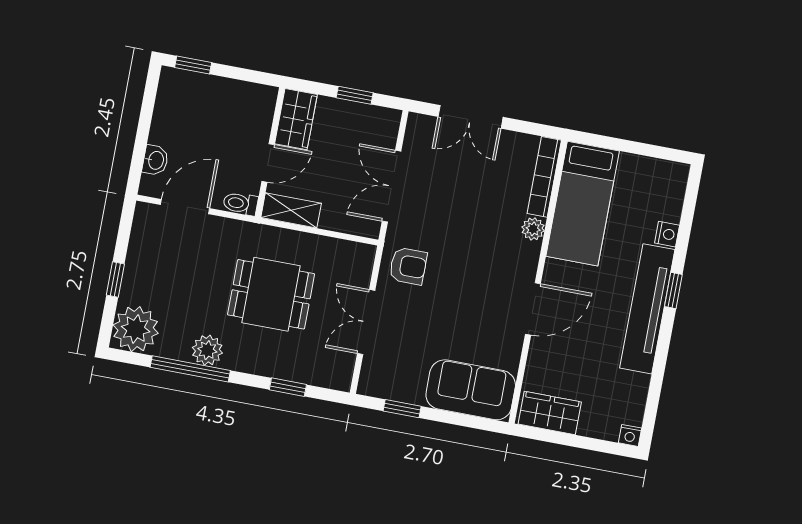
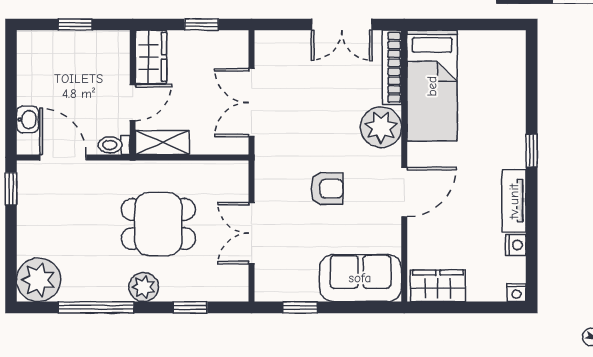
window: (193, 65) -> (75, 24), moved
double door: (471, 117) -> (342, 24), moved
door: (185, 207) -> (63, 157), hinge flipped
plant: (533, 229) -> (381, 127), width x1.87, depth x1.87
nightstand: (667, 234) -> (516, 245), moved
armchair: (408, 266) -> (327, 189), moved
window: (115, 279) -> (11, 189), moved
tv unit: (647, 309) -> (514, 201), width x0.52, depth x0.78
plant: (207, 350) -> (144, 287), moved

